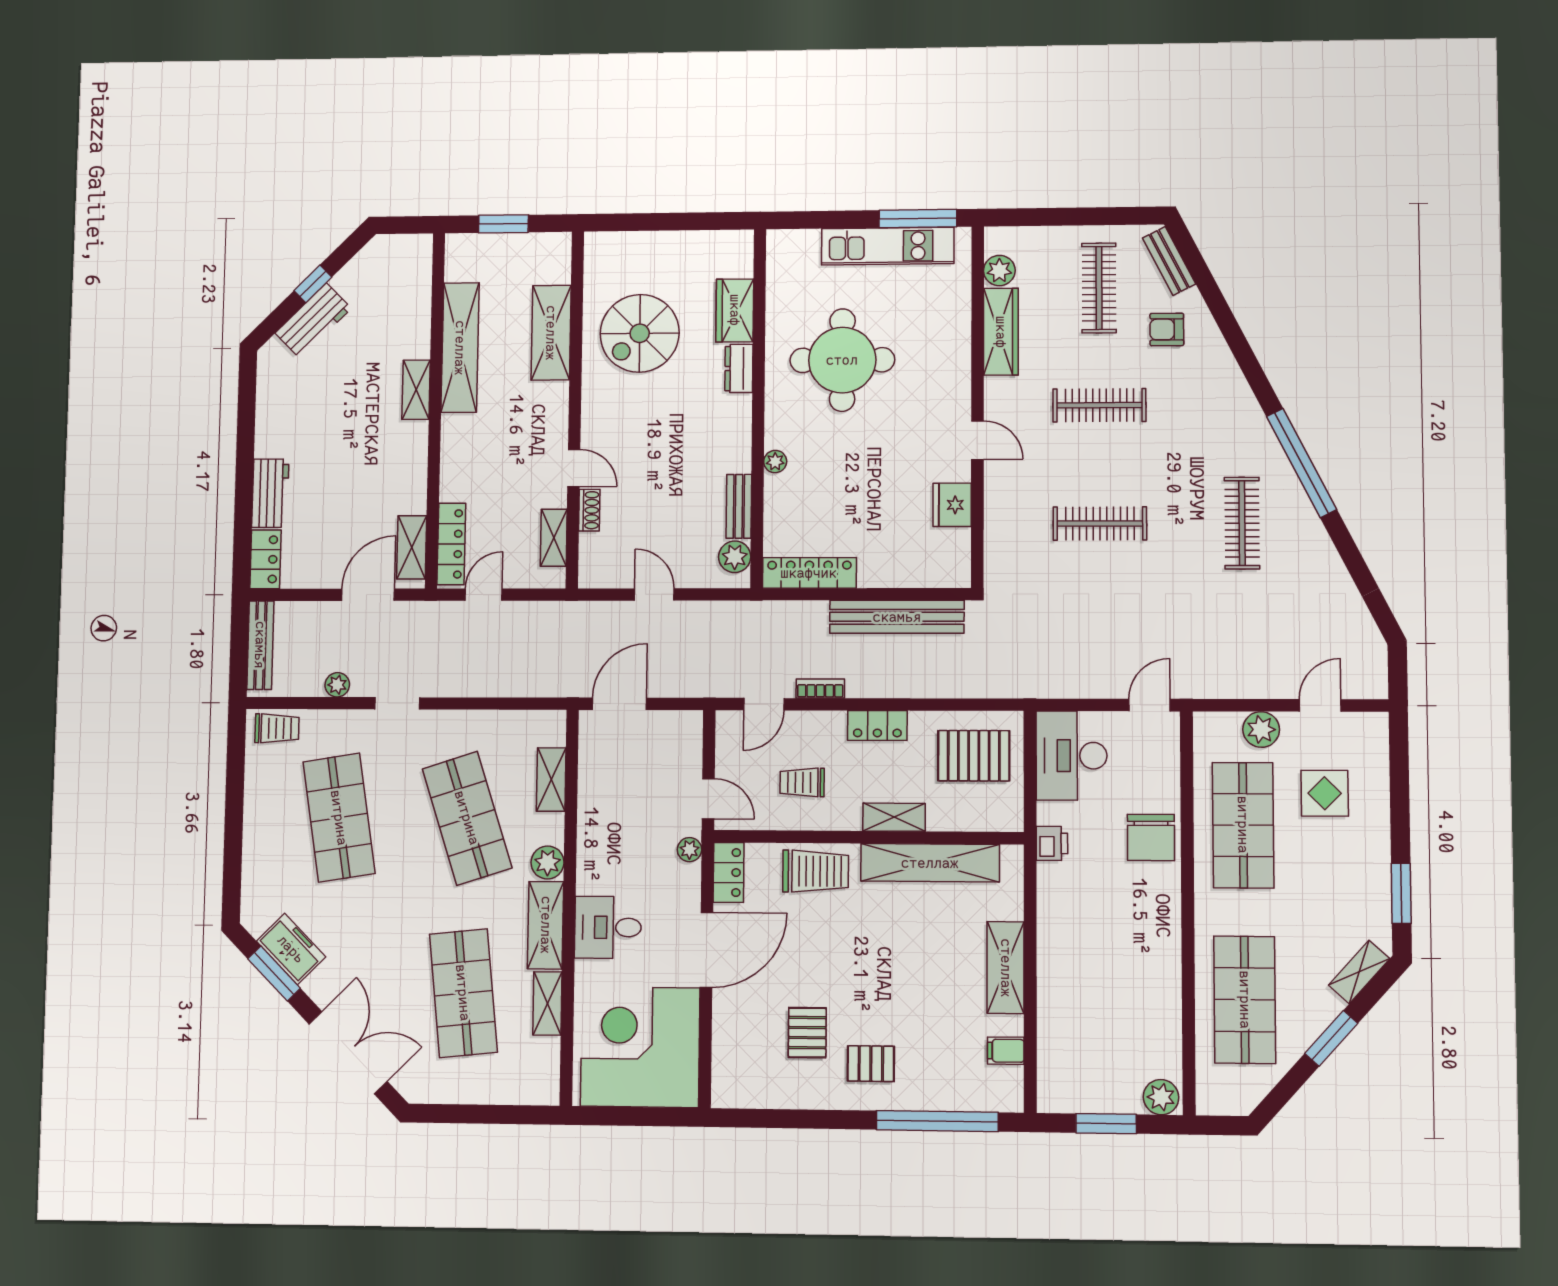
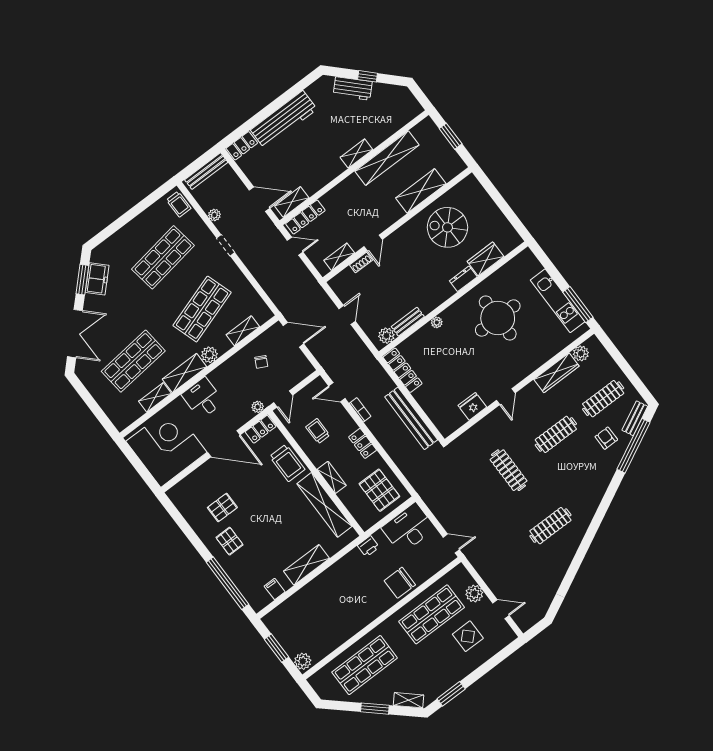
clothes rail: (1099, 405) -> (556, 434), turned 90
window: (1302, 463) -> (633, 446), moved
workbench: (270, 493) -> (284, 120), width x1.88, depth x1.32
chair: (623, 788) -> (261, 362), added

